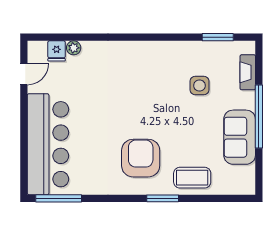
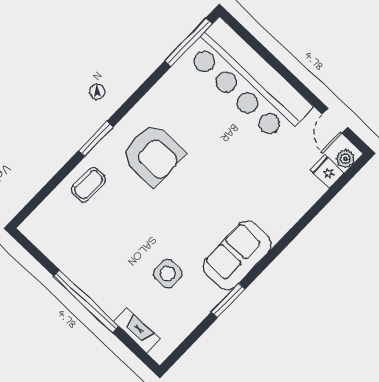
window: (218, 37) -> (228, 300), moved
plant: (74, 48) -> (345, 159), moved
sofa: (240, 137) -> (237, 255), moved, turned -90
coffee table: (192, 178) -> (89, 185), width x0.73, depth x0.77

